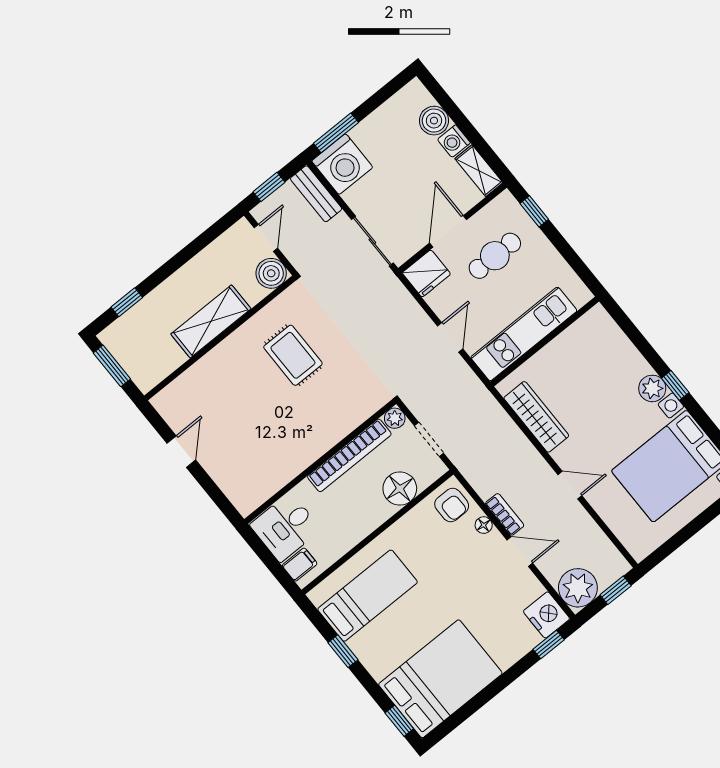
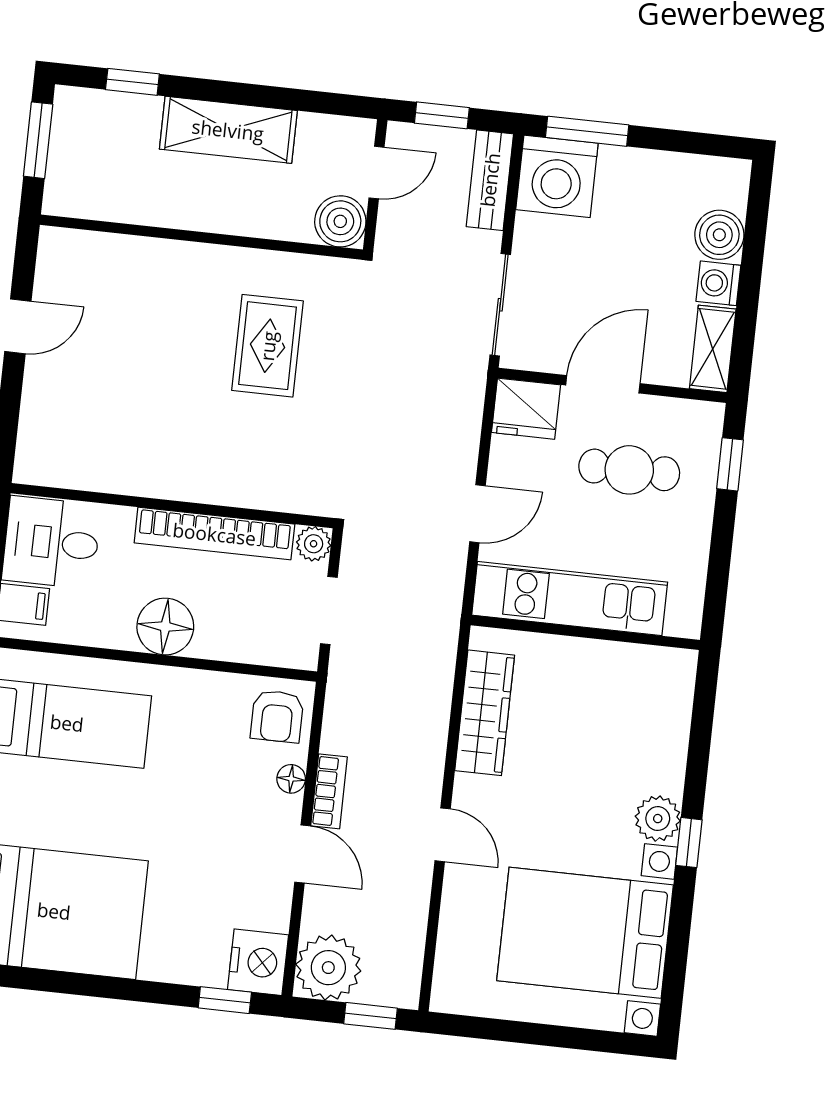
shelving: (211, 321) -> (228, 130), moved
floor lamp: (400, 489) -> (165, 627), moved

